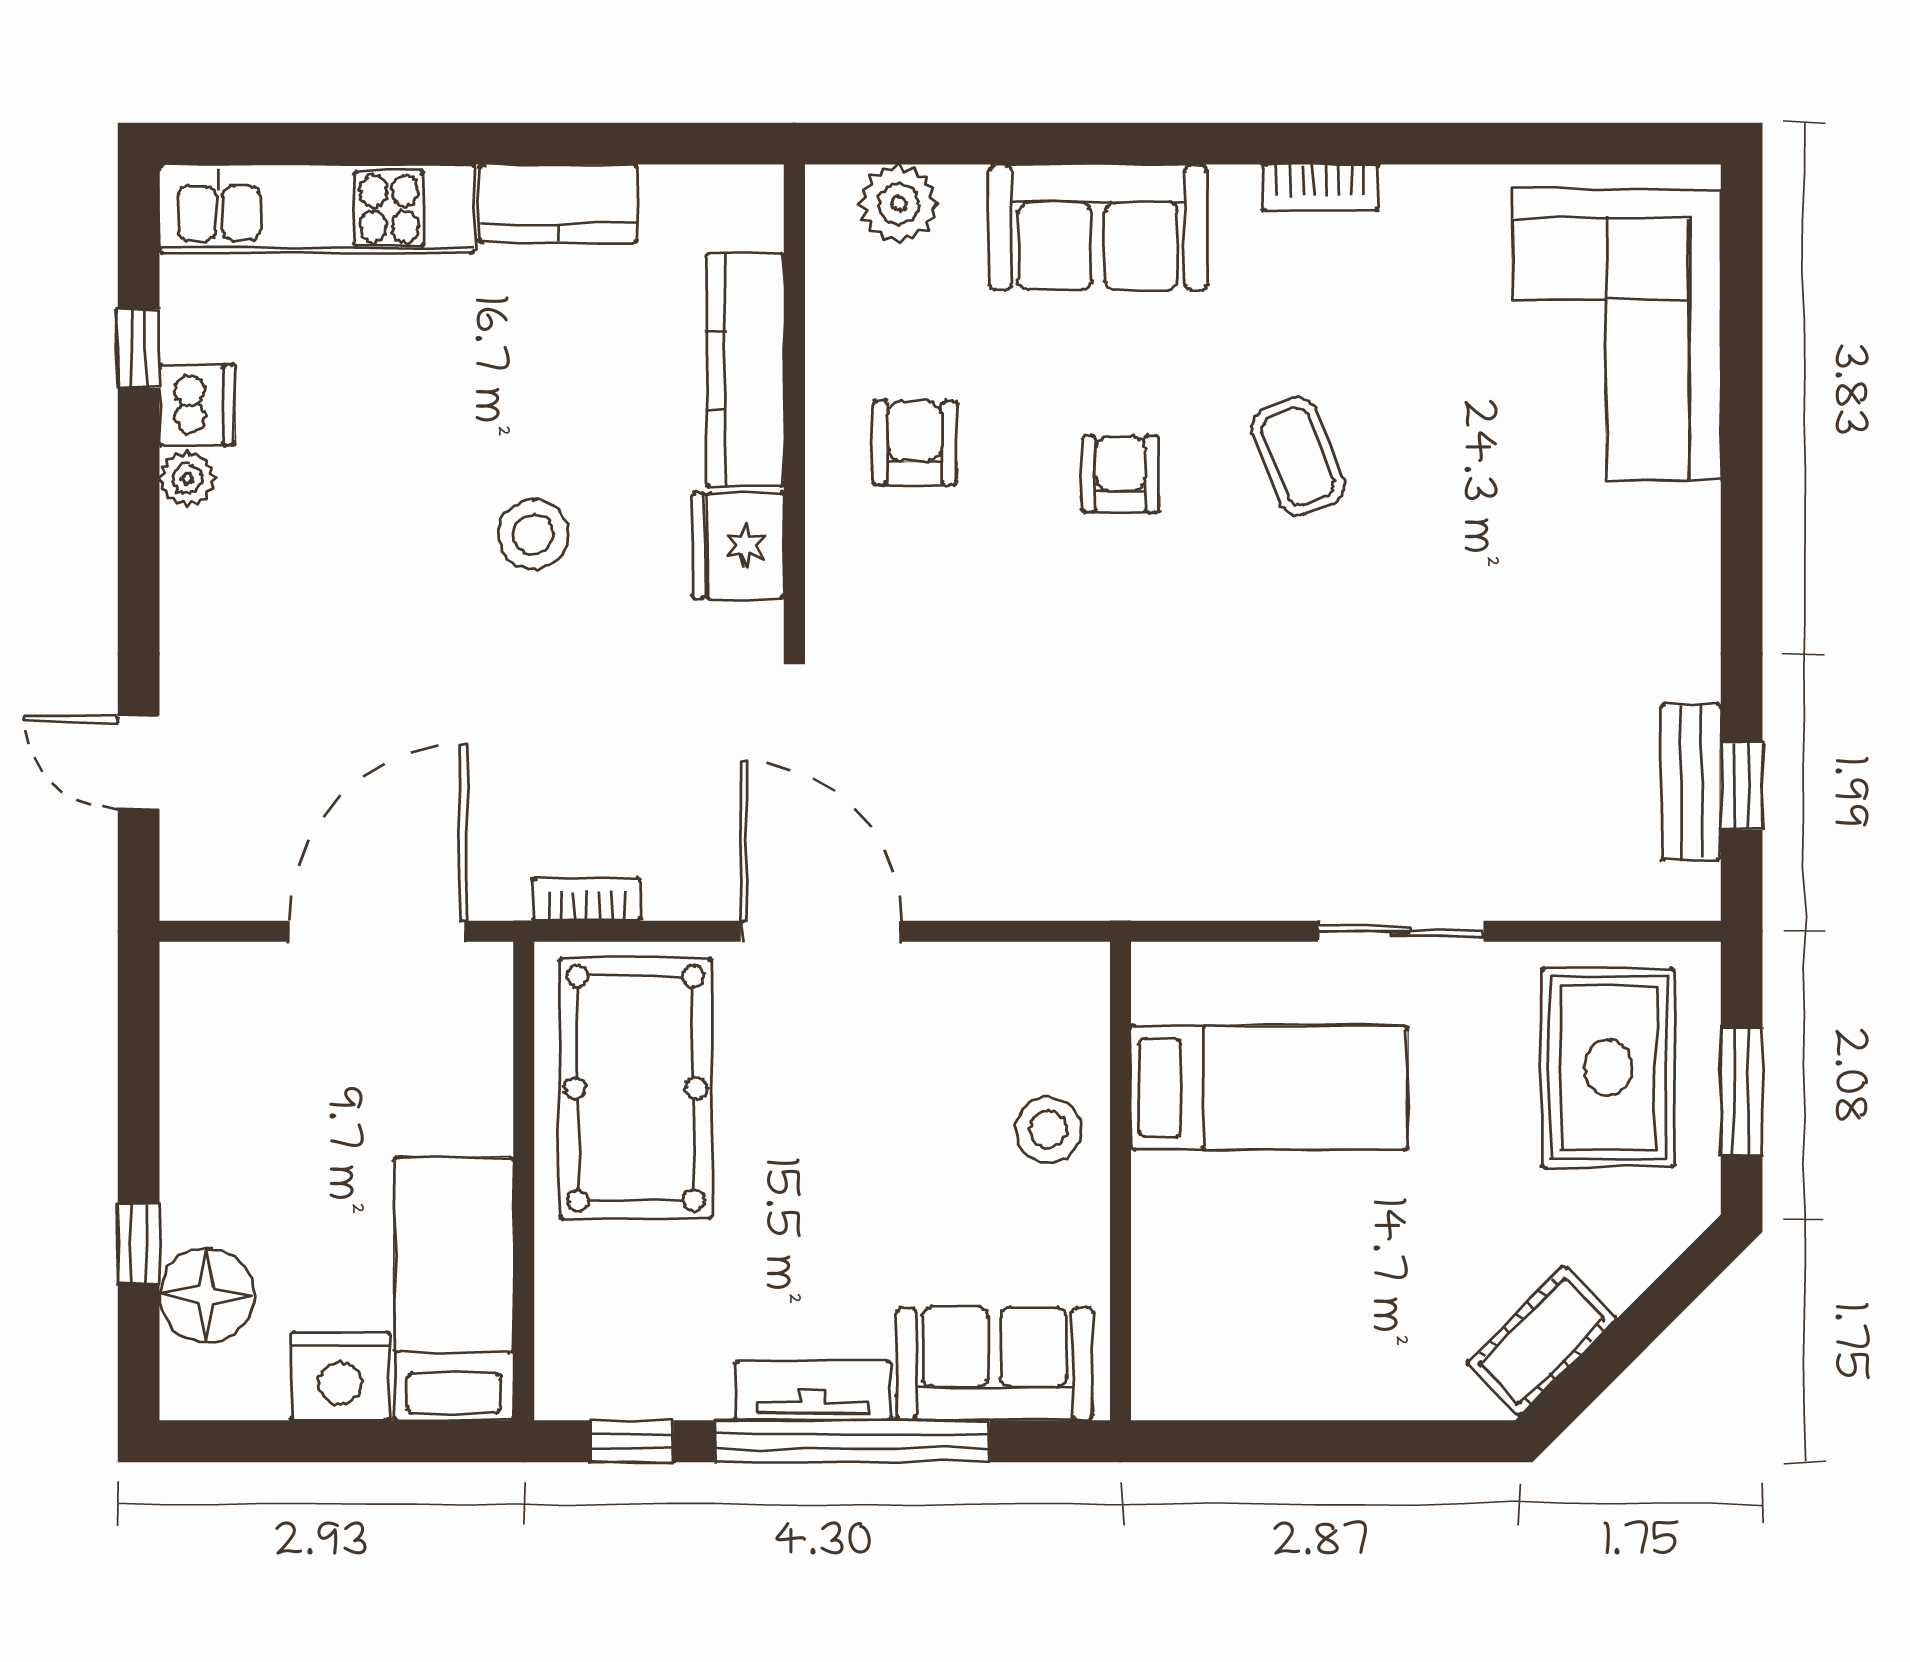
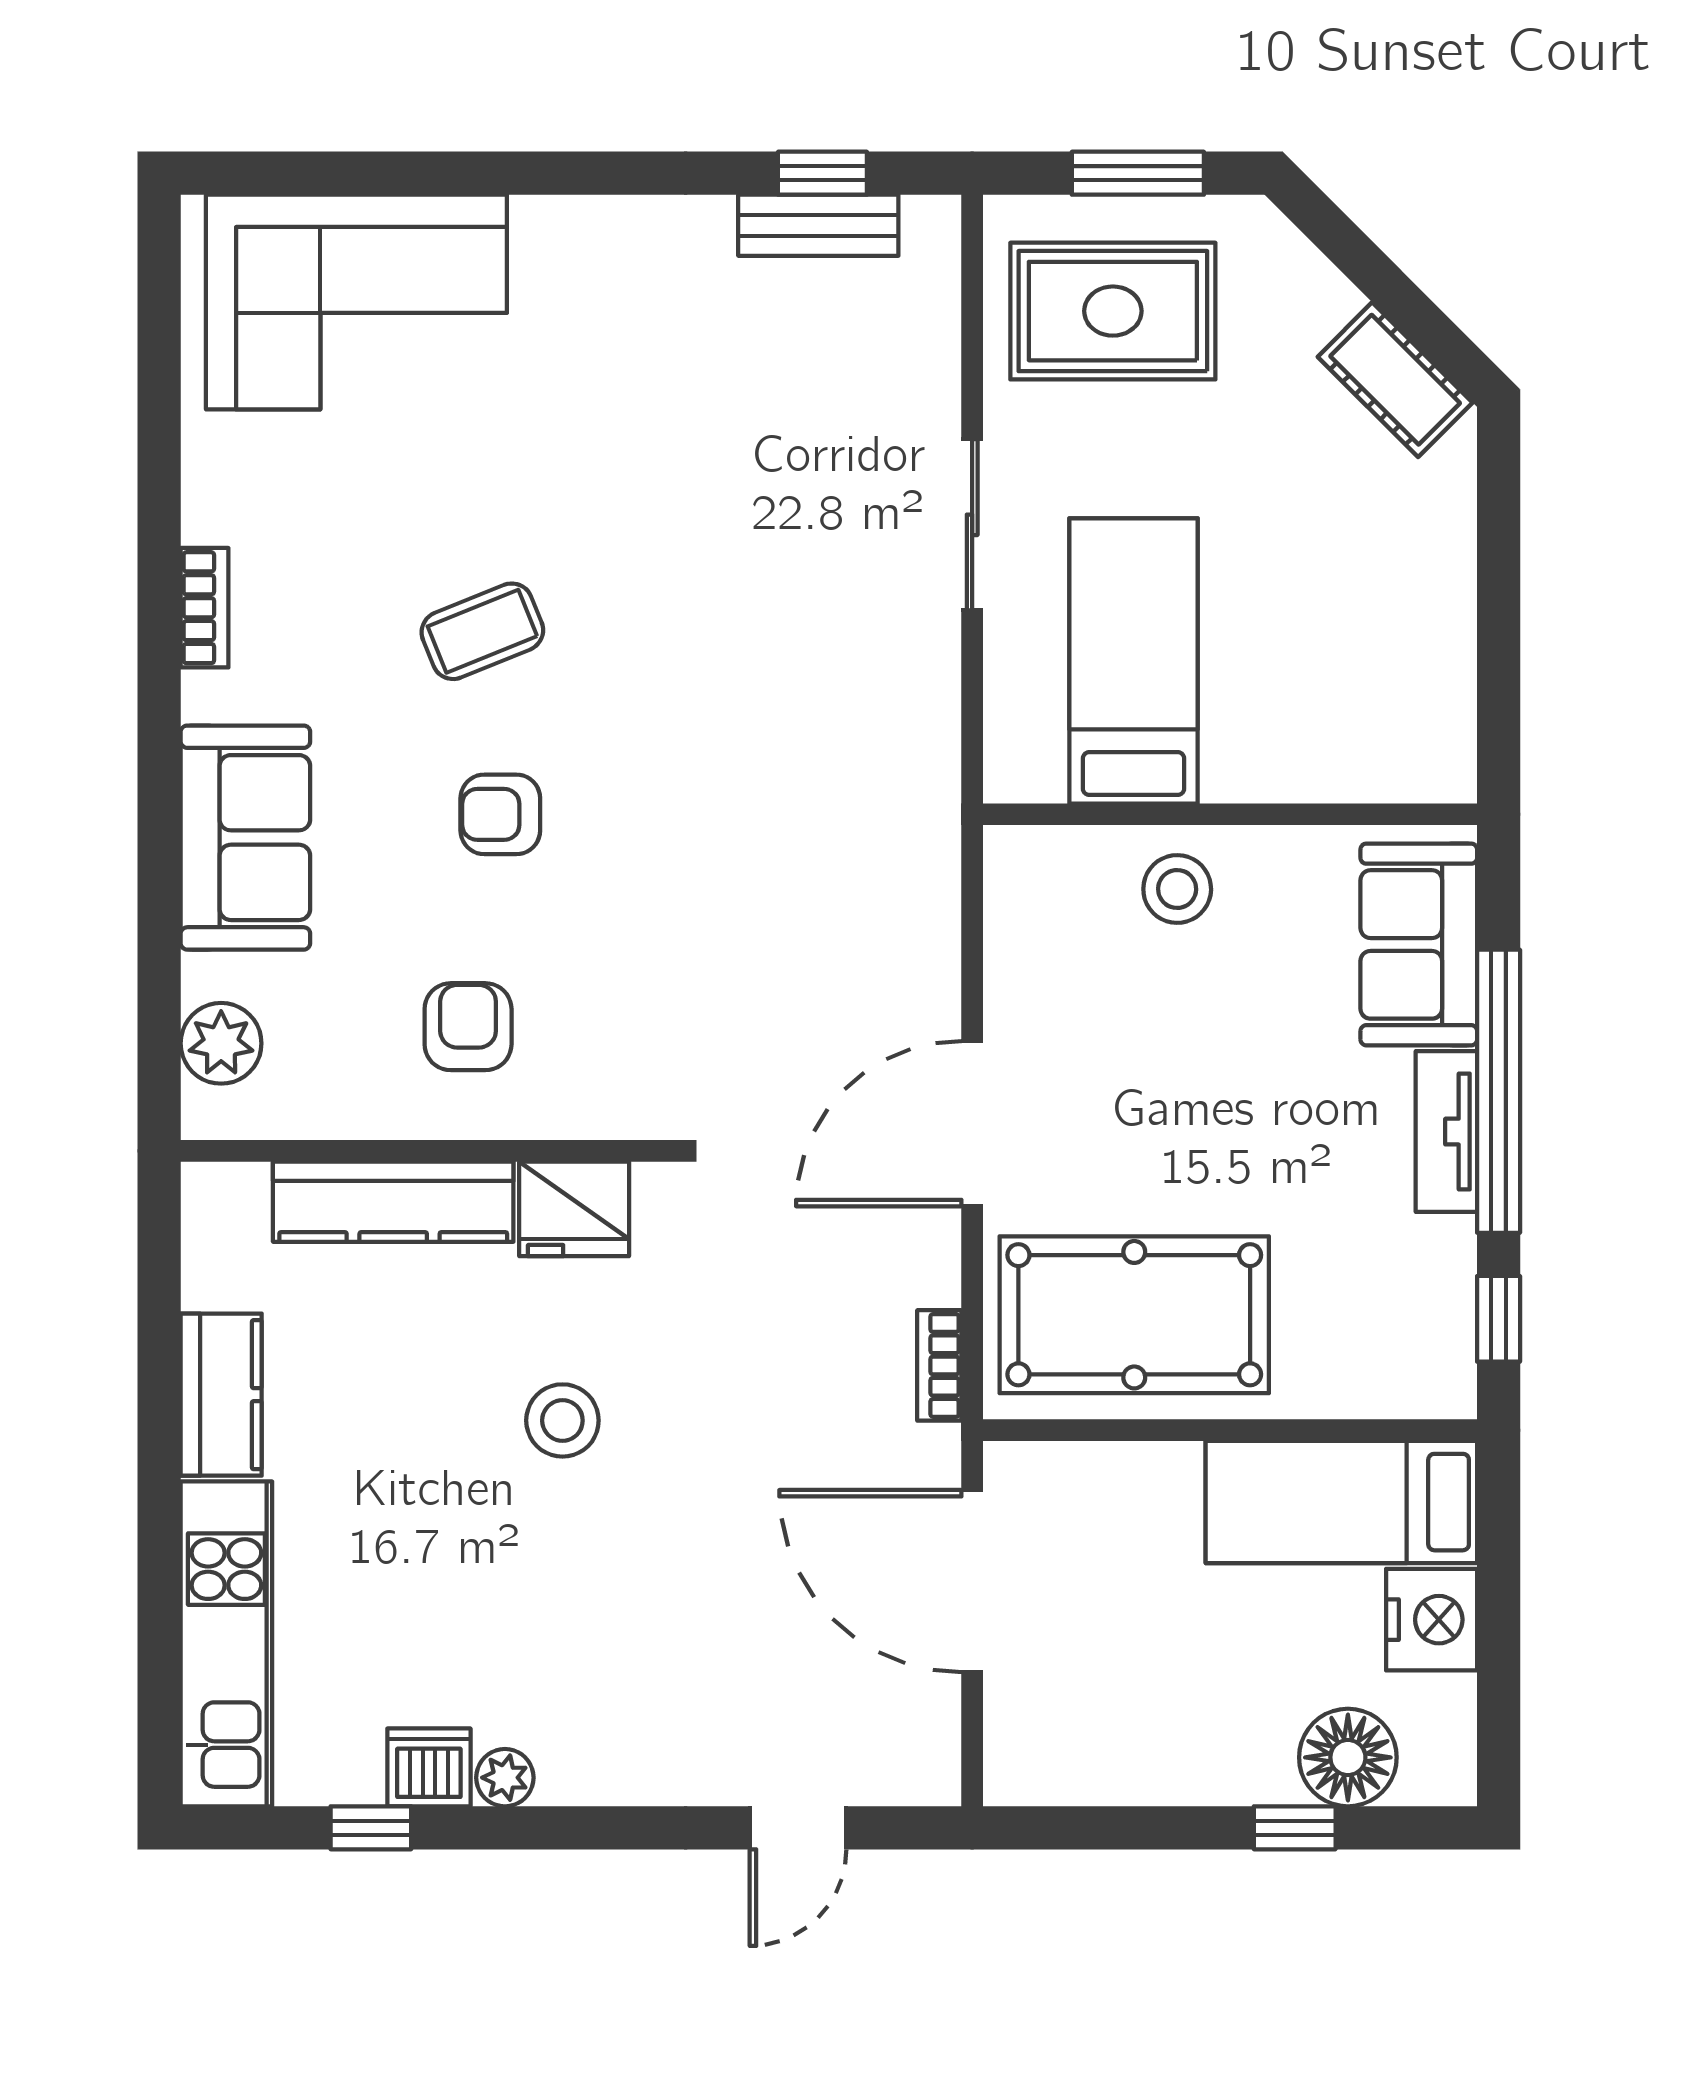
armchair: (915, 443) -> (468, 1027), turned 90

